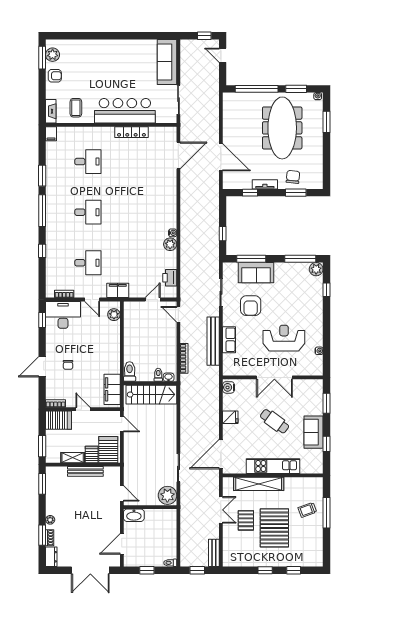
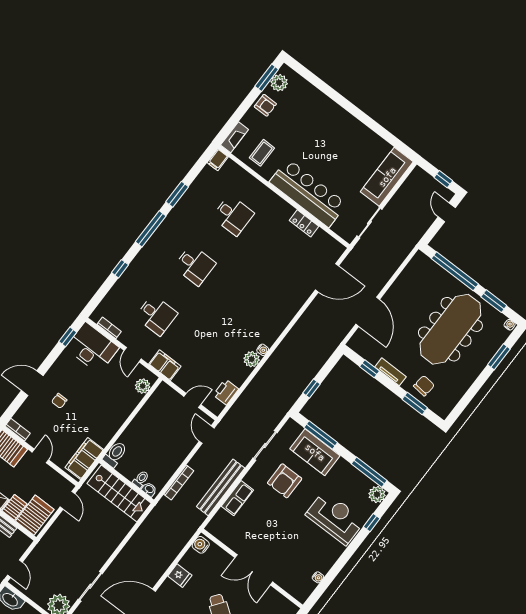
locker: (131, 132) -> (304, 223), width x0.66
reception desk: (284, 338) -> (335, 518), moved

